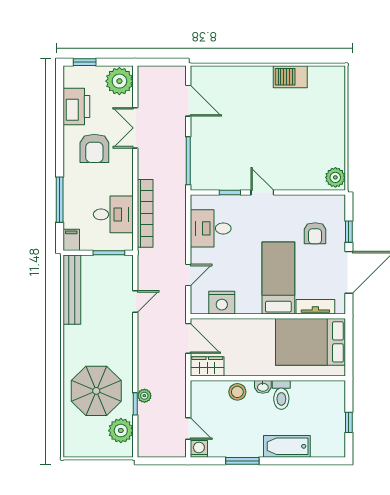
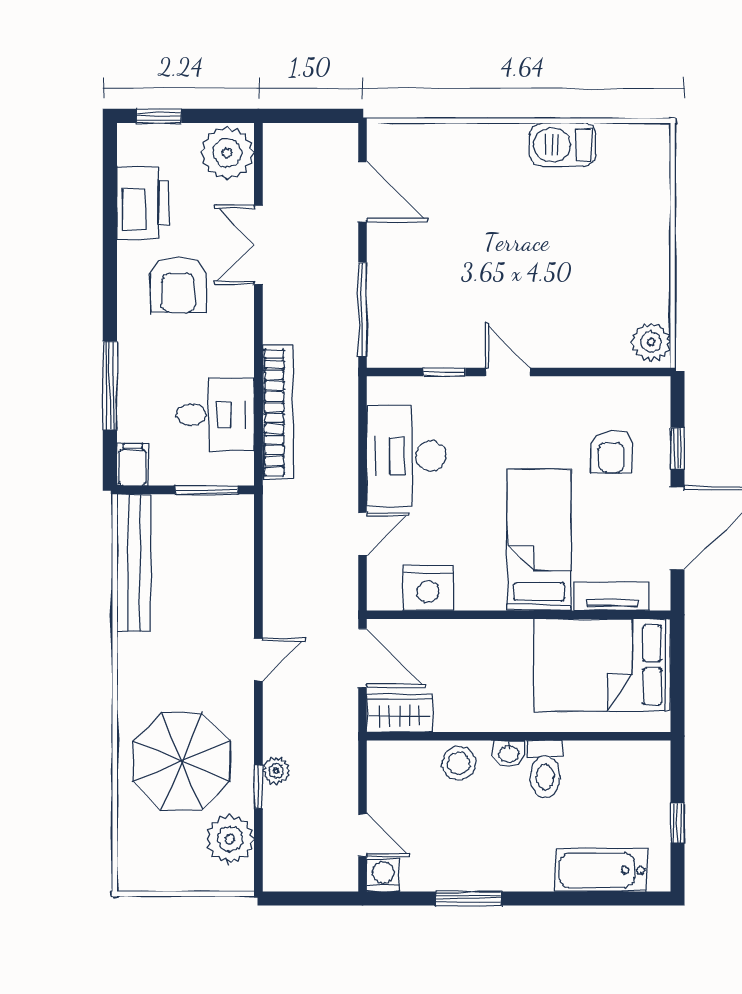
desk: (211, 228) -> (406, 456), width x1.37
door: (135, 301) -> (258, 660), moved
bathtub: (287, 446) -> (601, 870), moved

